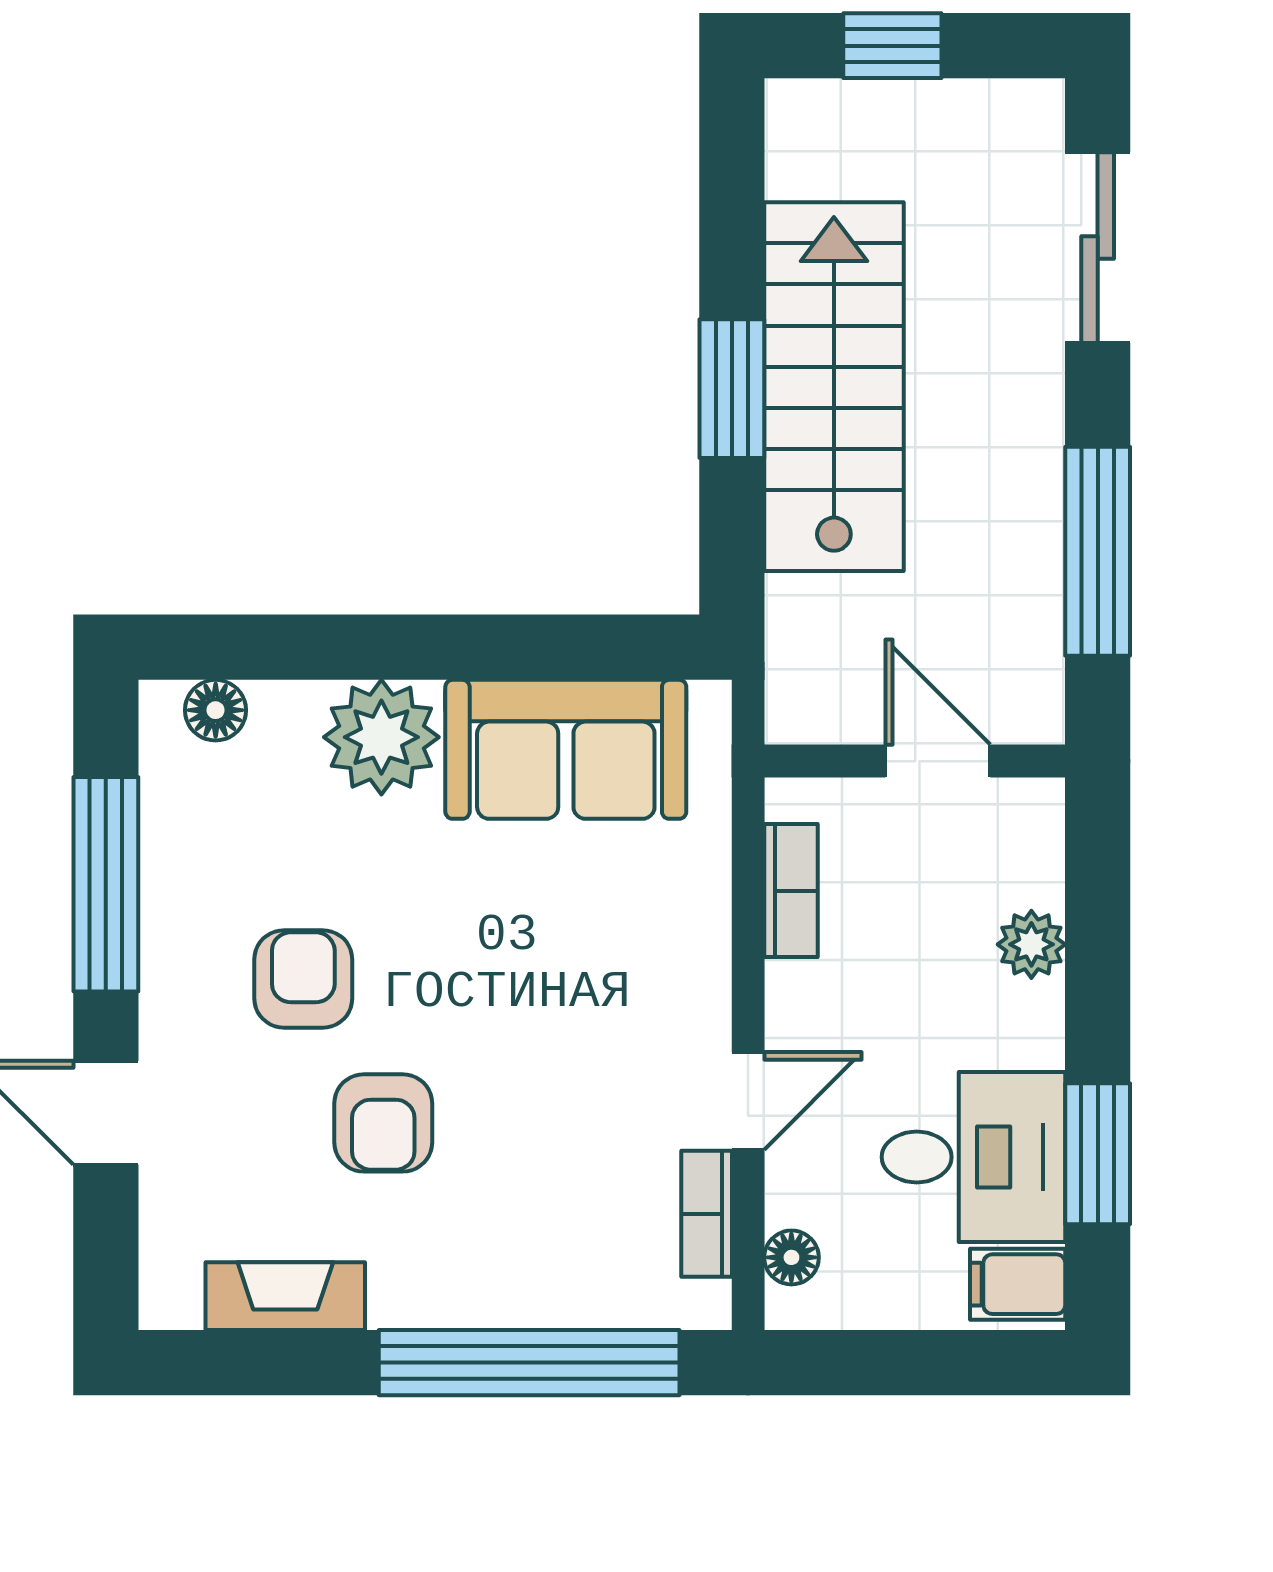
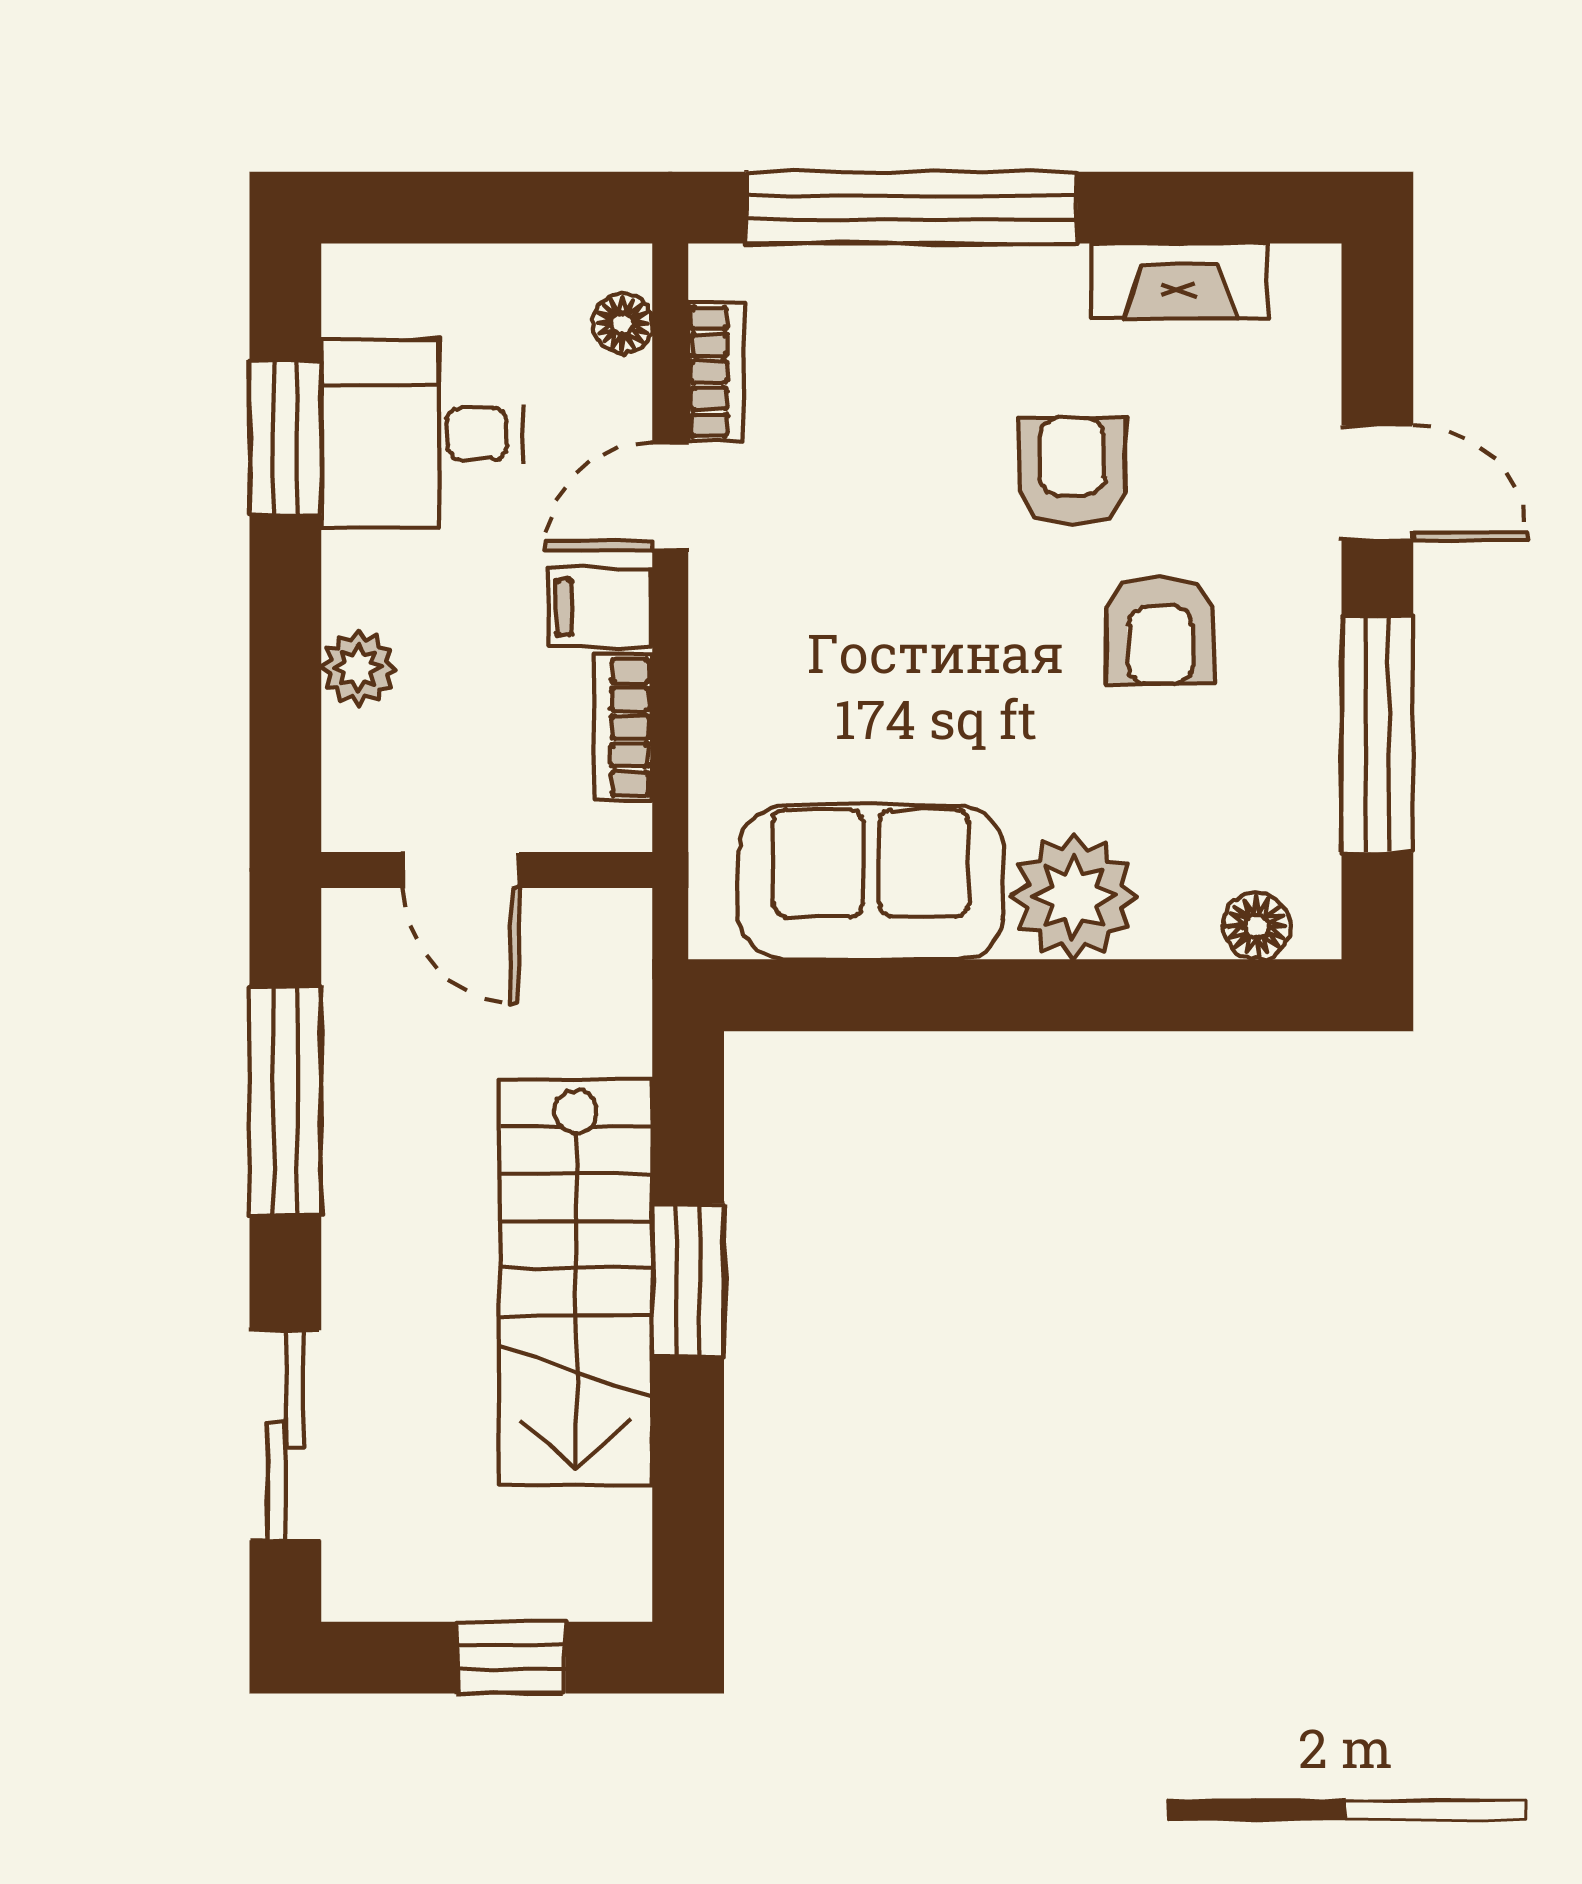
filing cabinet: (1018, 1284) -> (600, 608), moved, turned 180

